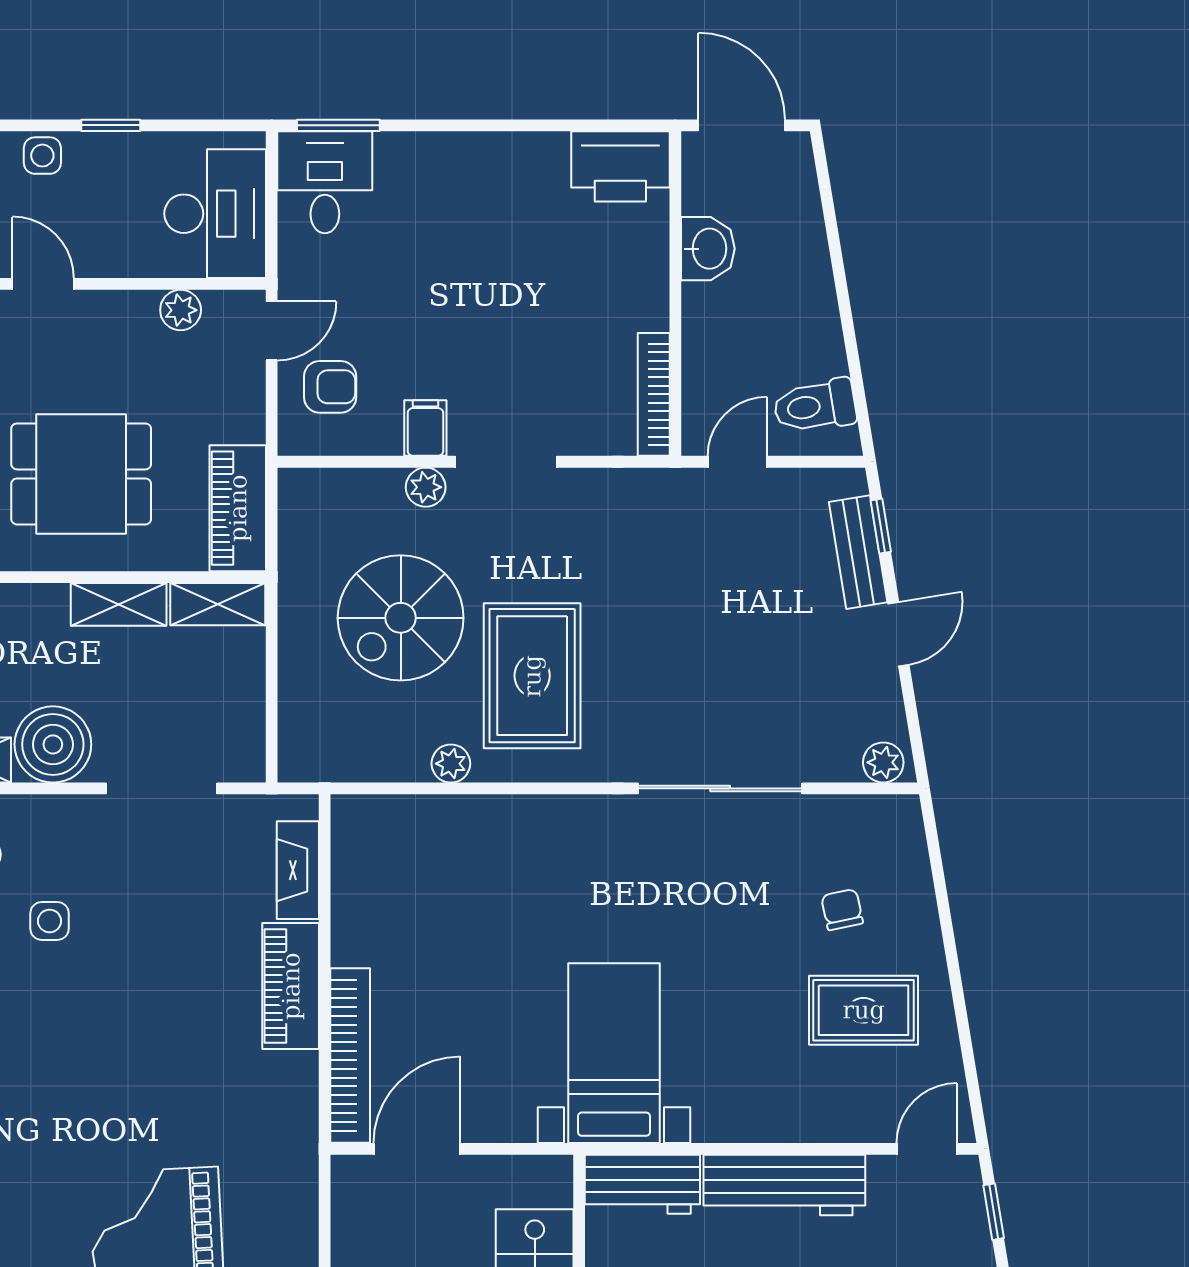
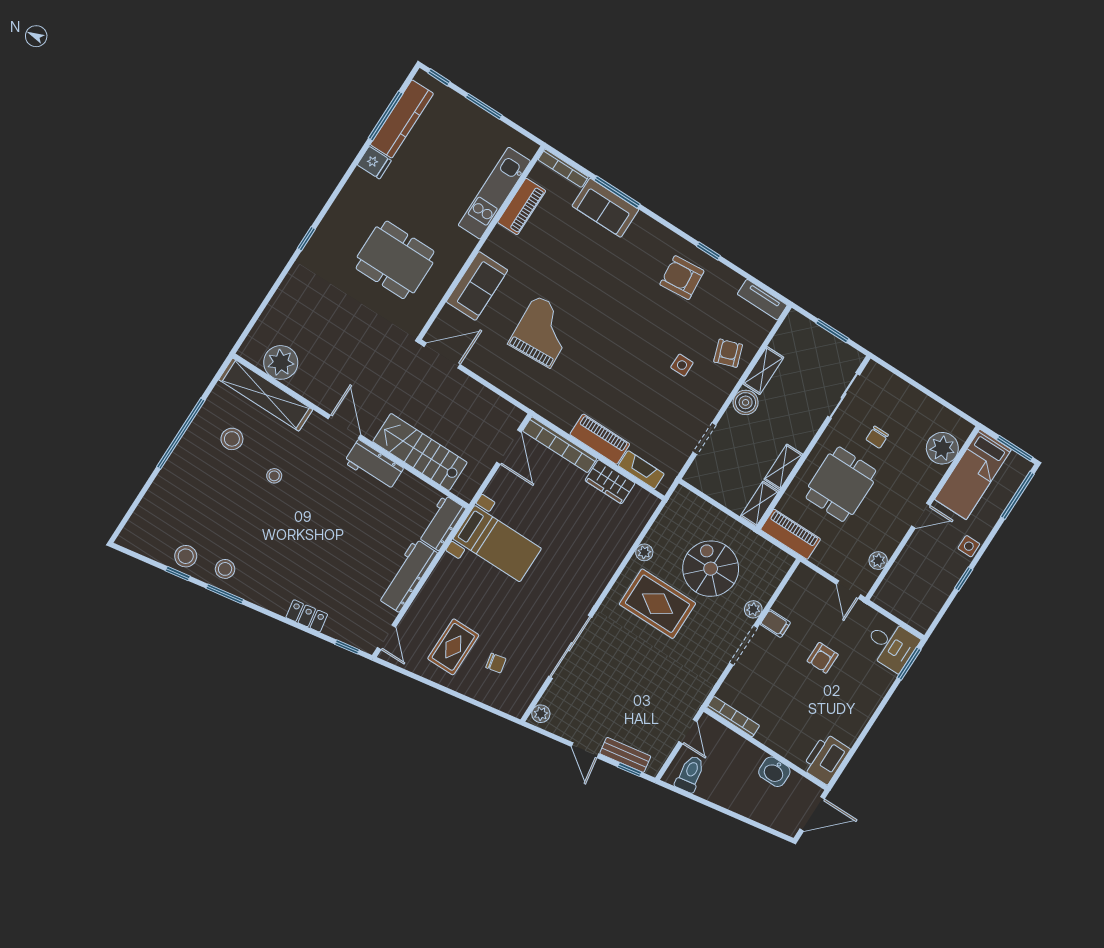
desk: (215, 214) -> (906, 597), removed
armchair: (330, 387) -> (823, 658), moved
boiler: (53, 744) -> (746, 402), width x0.73, depth x0.73
doorway: (162, 788) -> (704, 439), width x0.73
wardrobe: (359, 915) -> (610, 482), added

